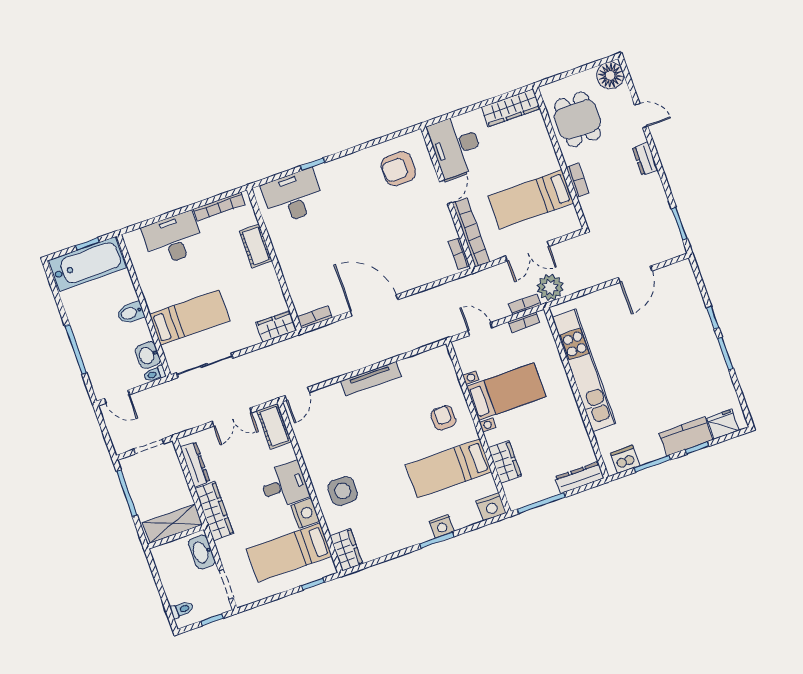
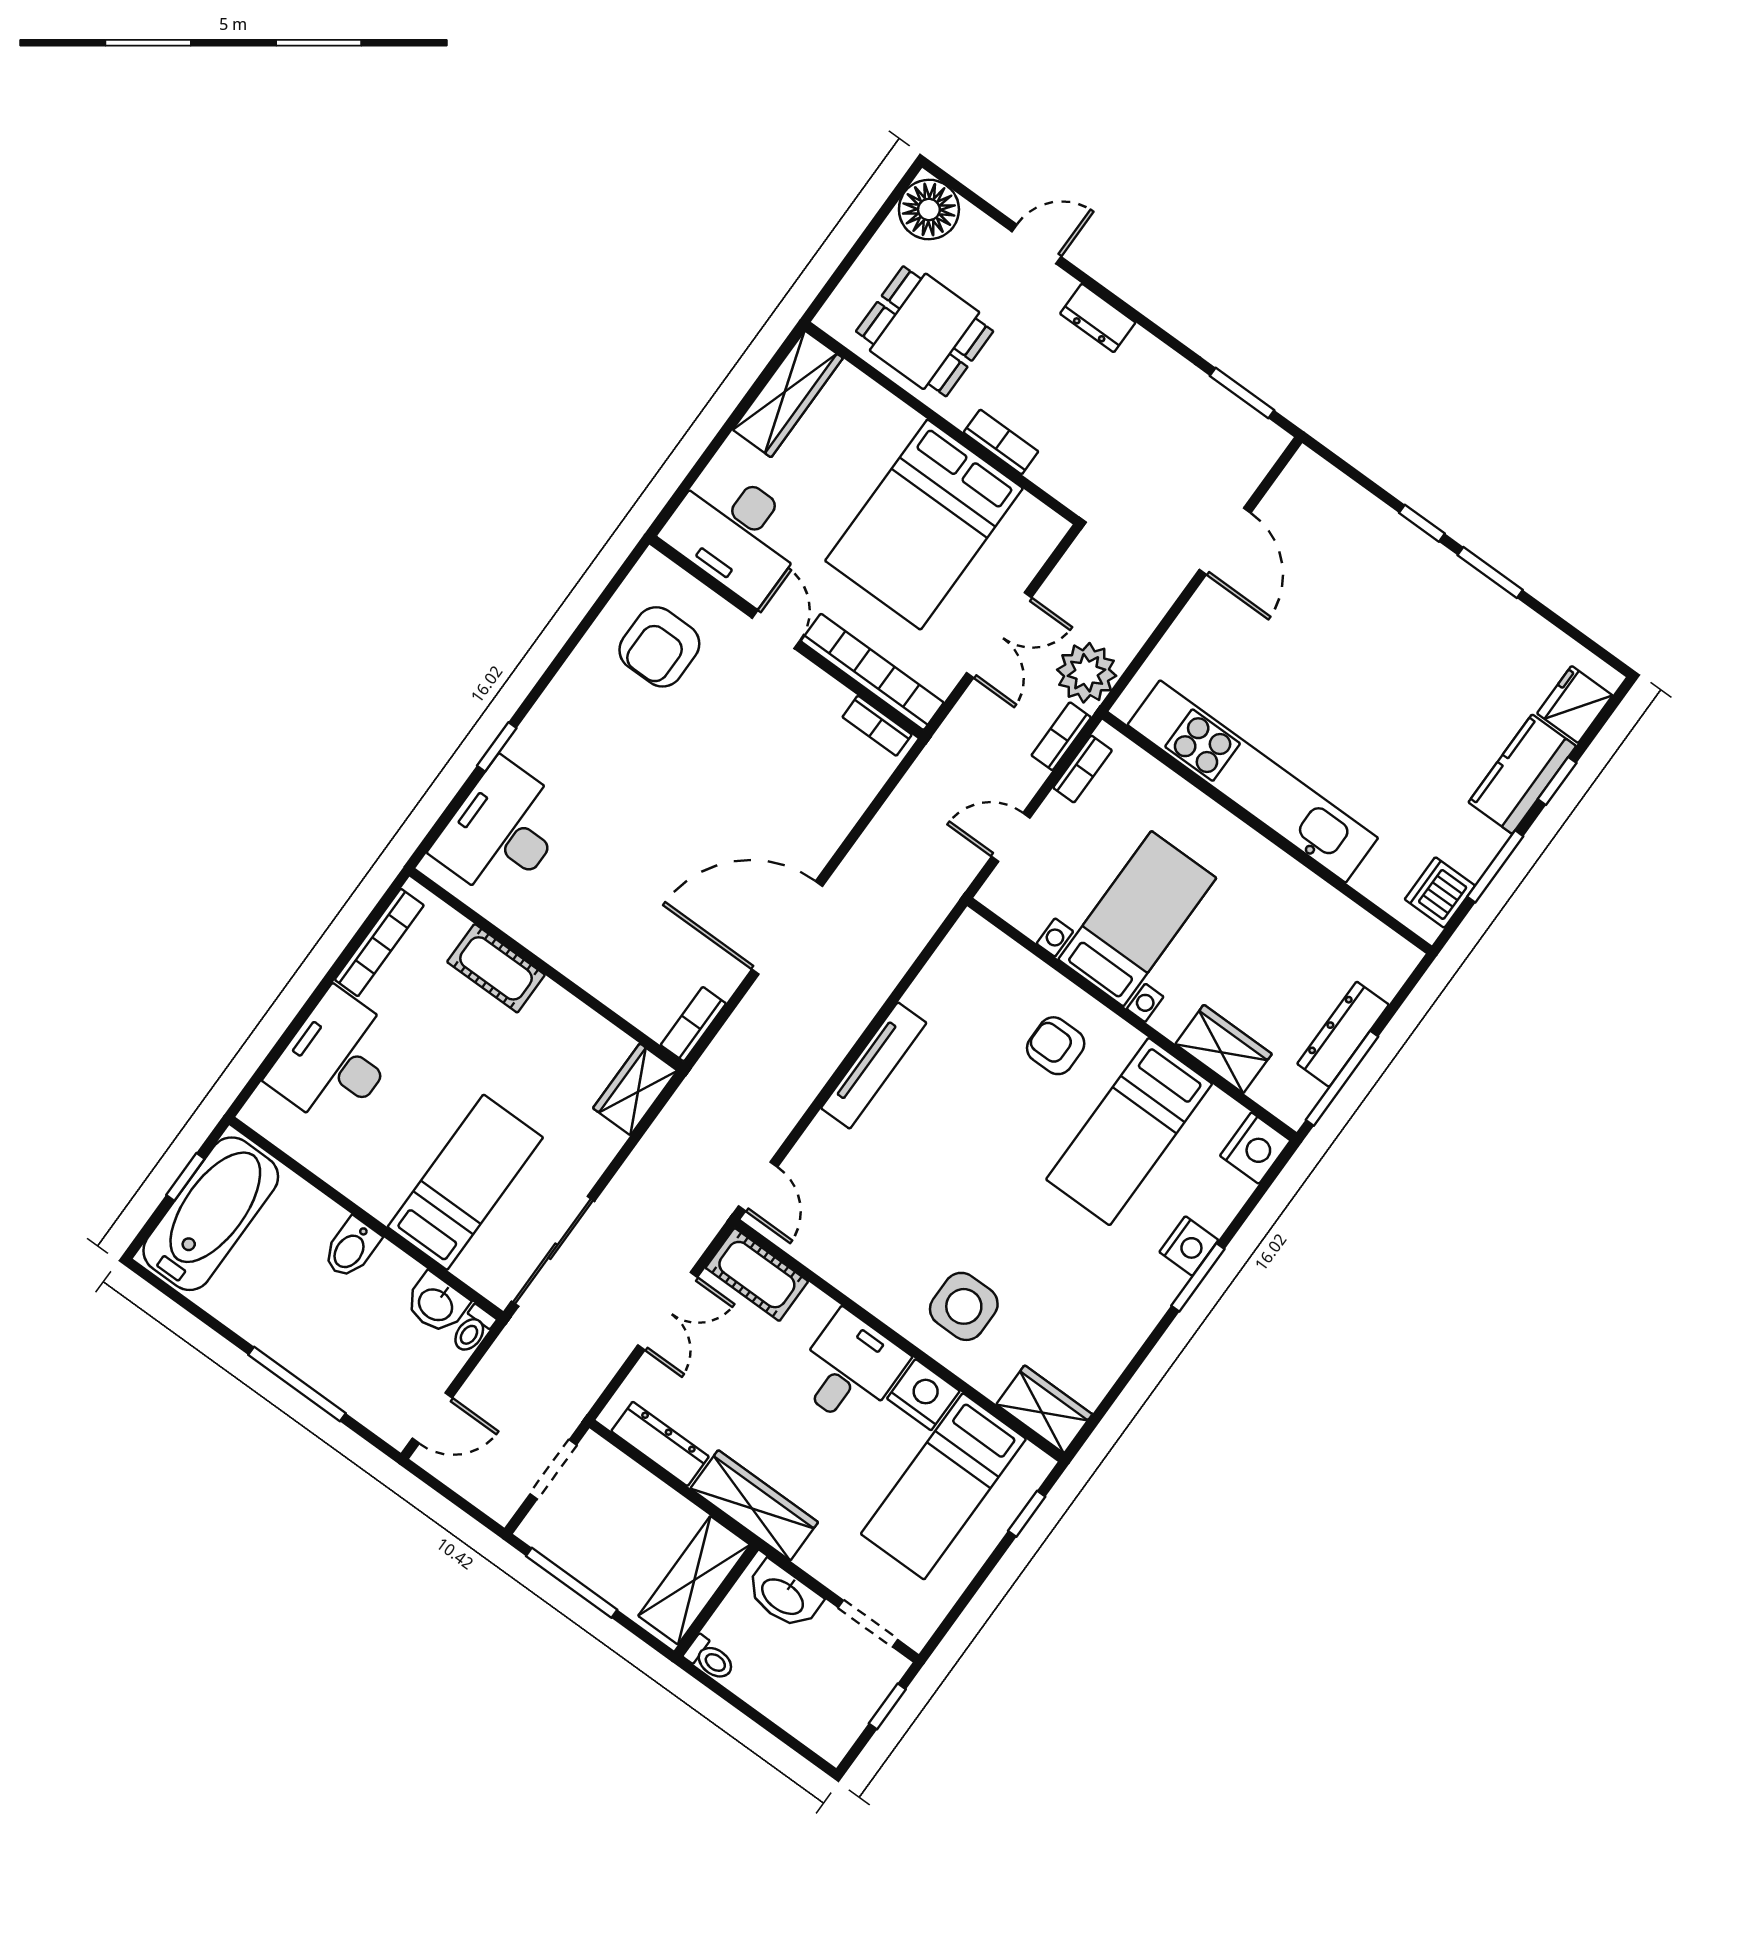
bed: (531, 199) -> (924, 525), width x1.50
dresser: (580, 478) -> (1343, 1034), moved
toilet: (182, 610) -> (710, 1659), moved, turned 90

